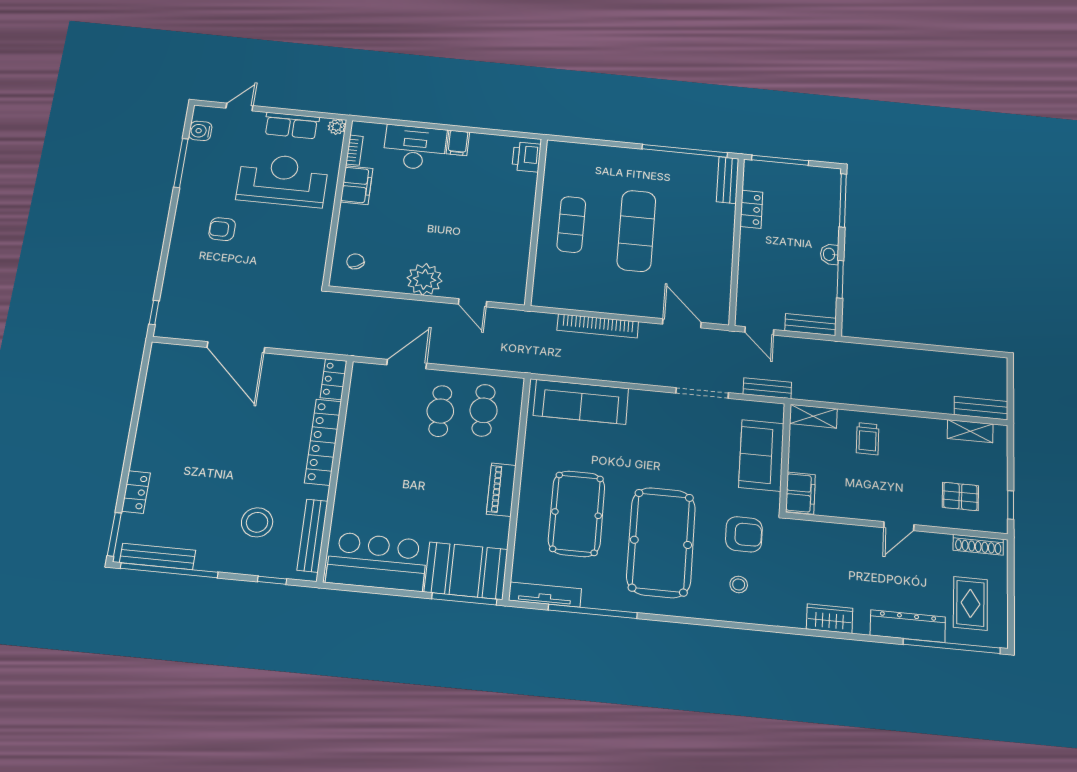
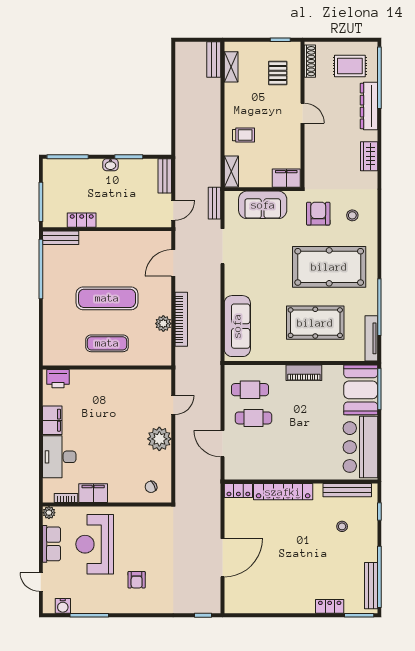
filing cabinet: (458, 143) -> (52, 420), width x2.00
plant: (594, 301) -> (163, 324), added
stool: (257, 522) -> (342, 526), width x0.53, depth x0.53

